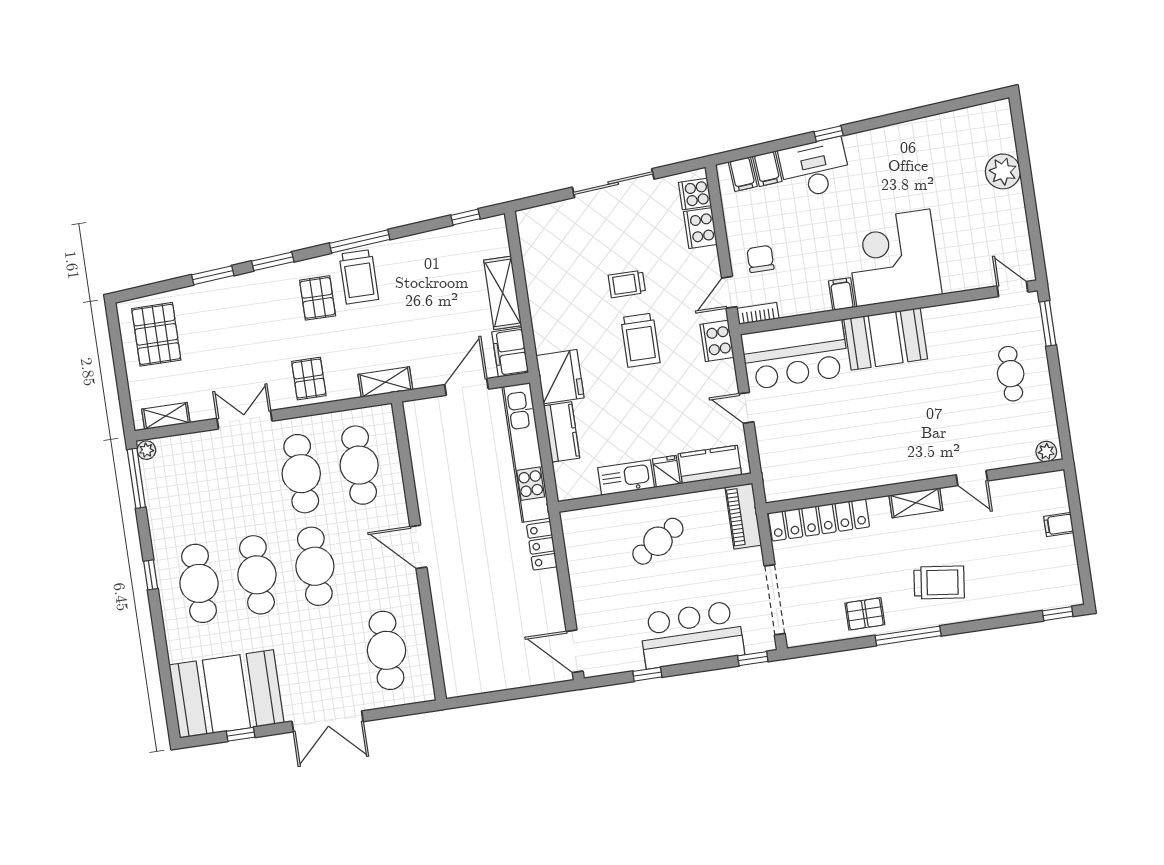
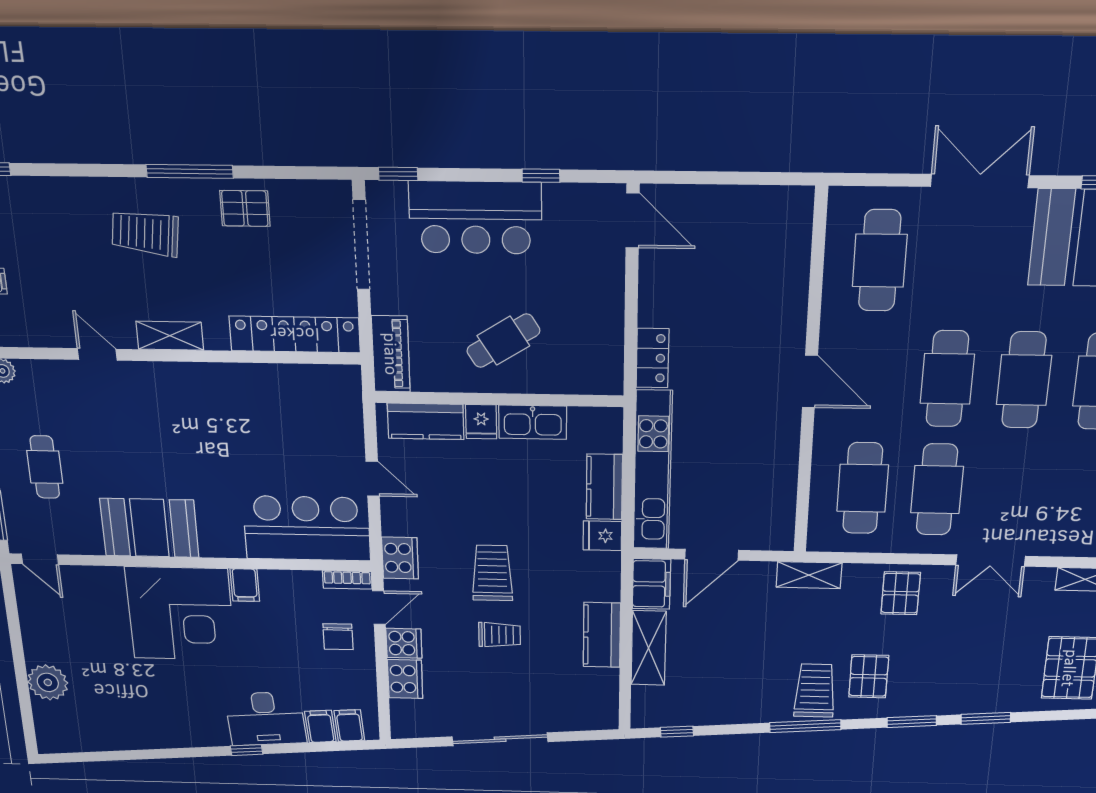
cooker: (695, 194) -> (404, 643), moved
kitchen counter: (543, 299) -> (602, 635), added
booth: (886, 339) -> (149, 528), moved
fridge: (560, 377) -> (602, 536), width x0.53, depth x0.75

